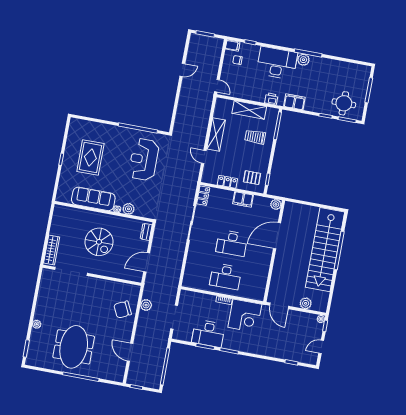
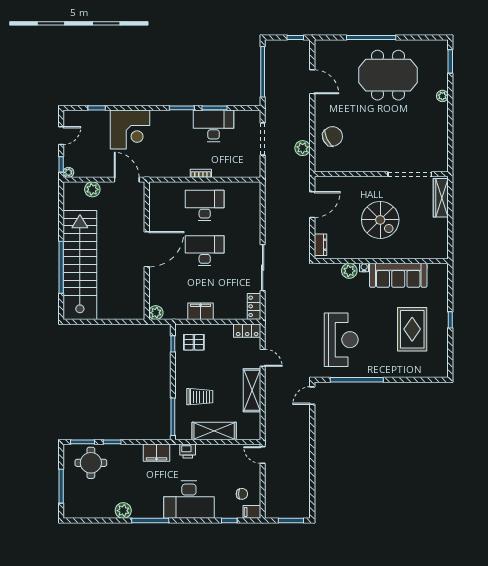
plant: (303, 60) -> (123, 511), moved
door: (182, 70) -> (312, 396), moved
locker: (227, 182) -> (247, 331), moved
door: (277, 236) -> (147, 249), moved
spiral stairs: (99, 242) -> (380, 220), turned 180
corner desk: (245, 316) -> (130, 130), moved, turned 180
meeting table: (74, 347) -> (388, 75), turned 90

